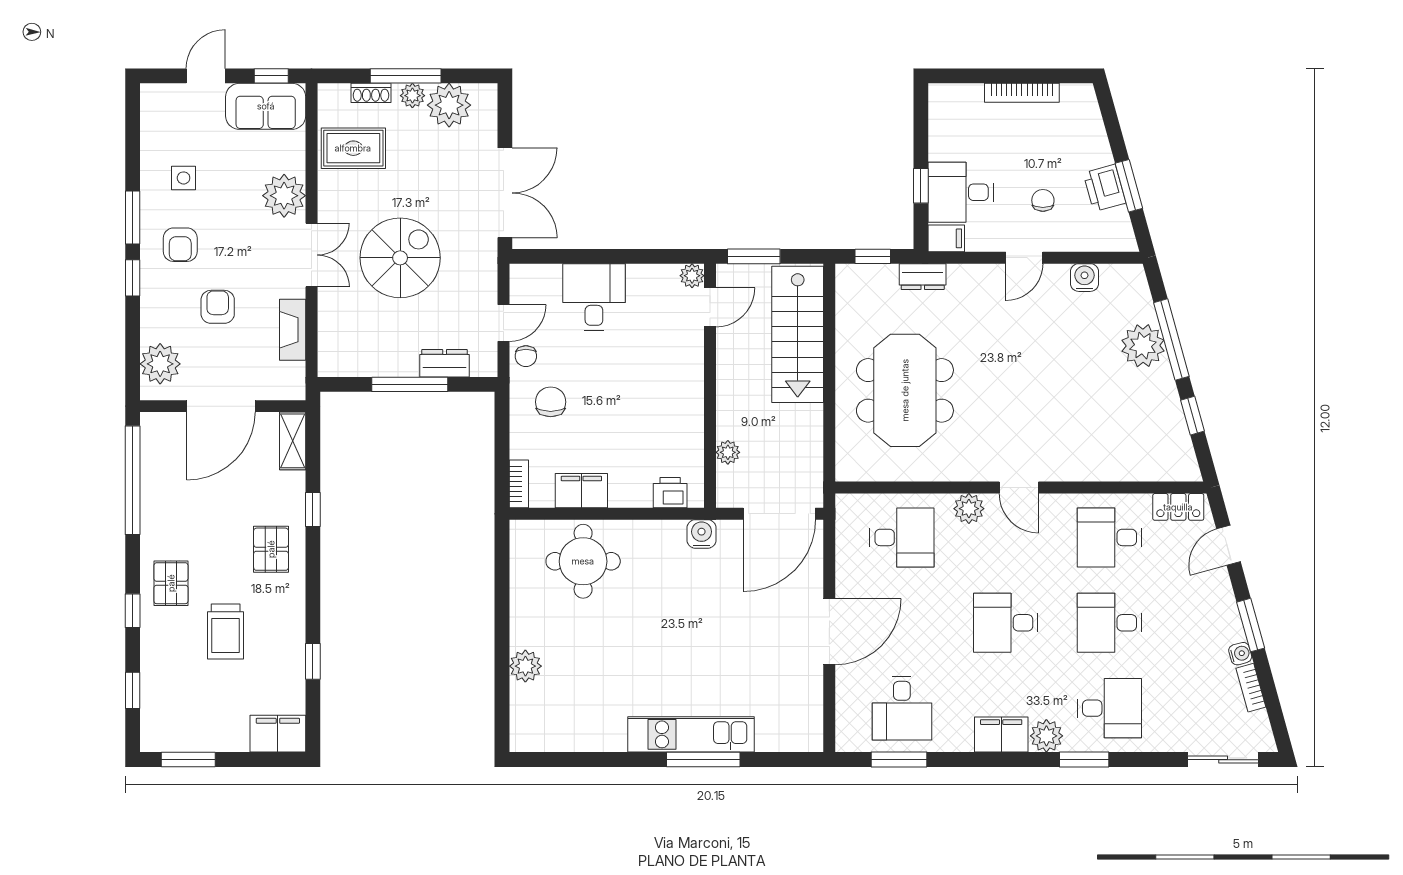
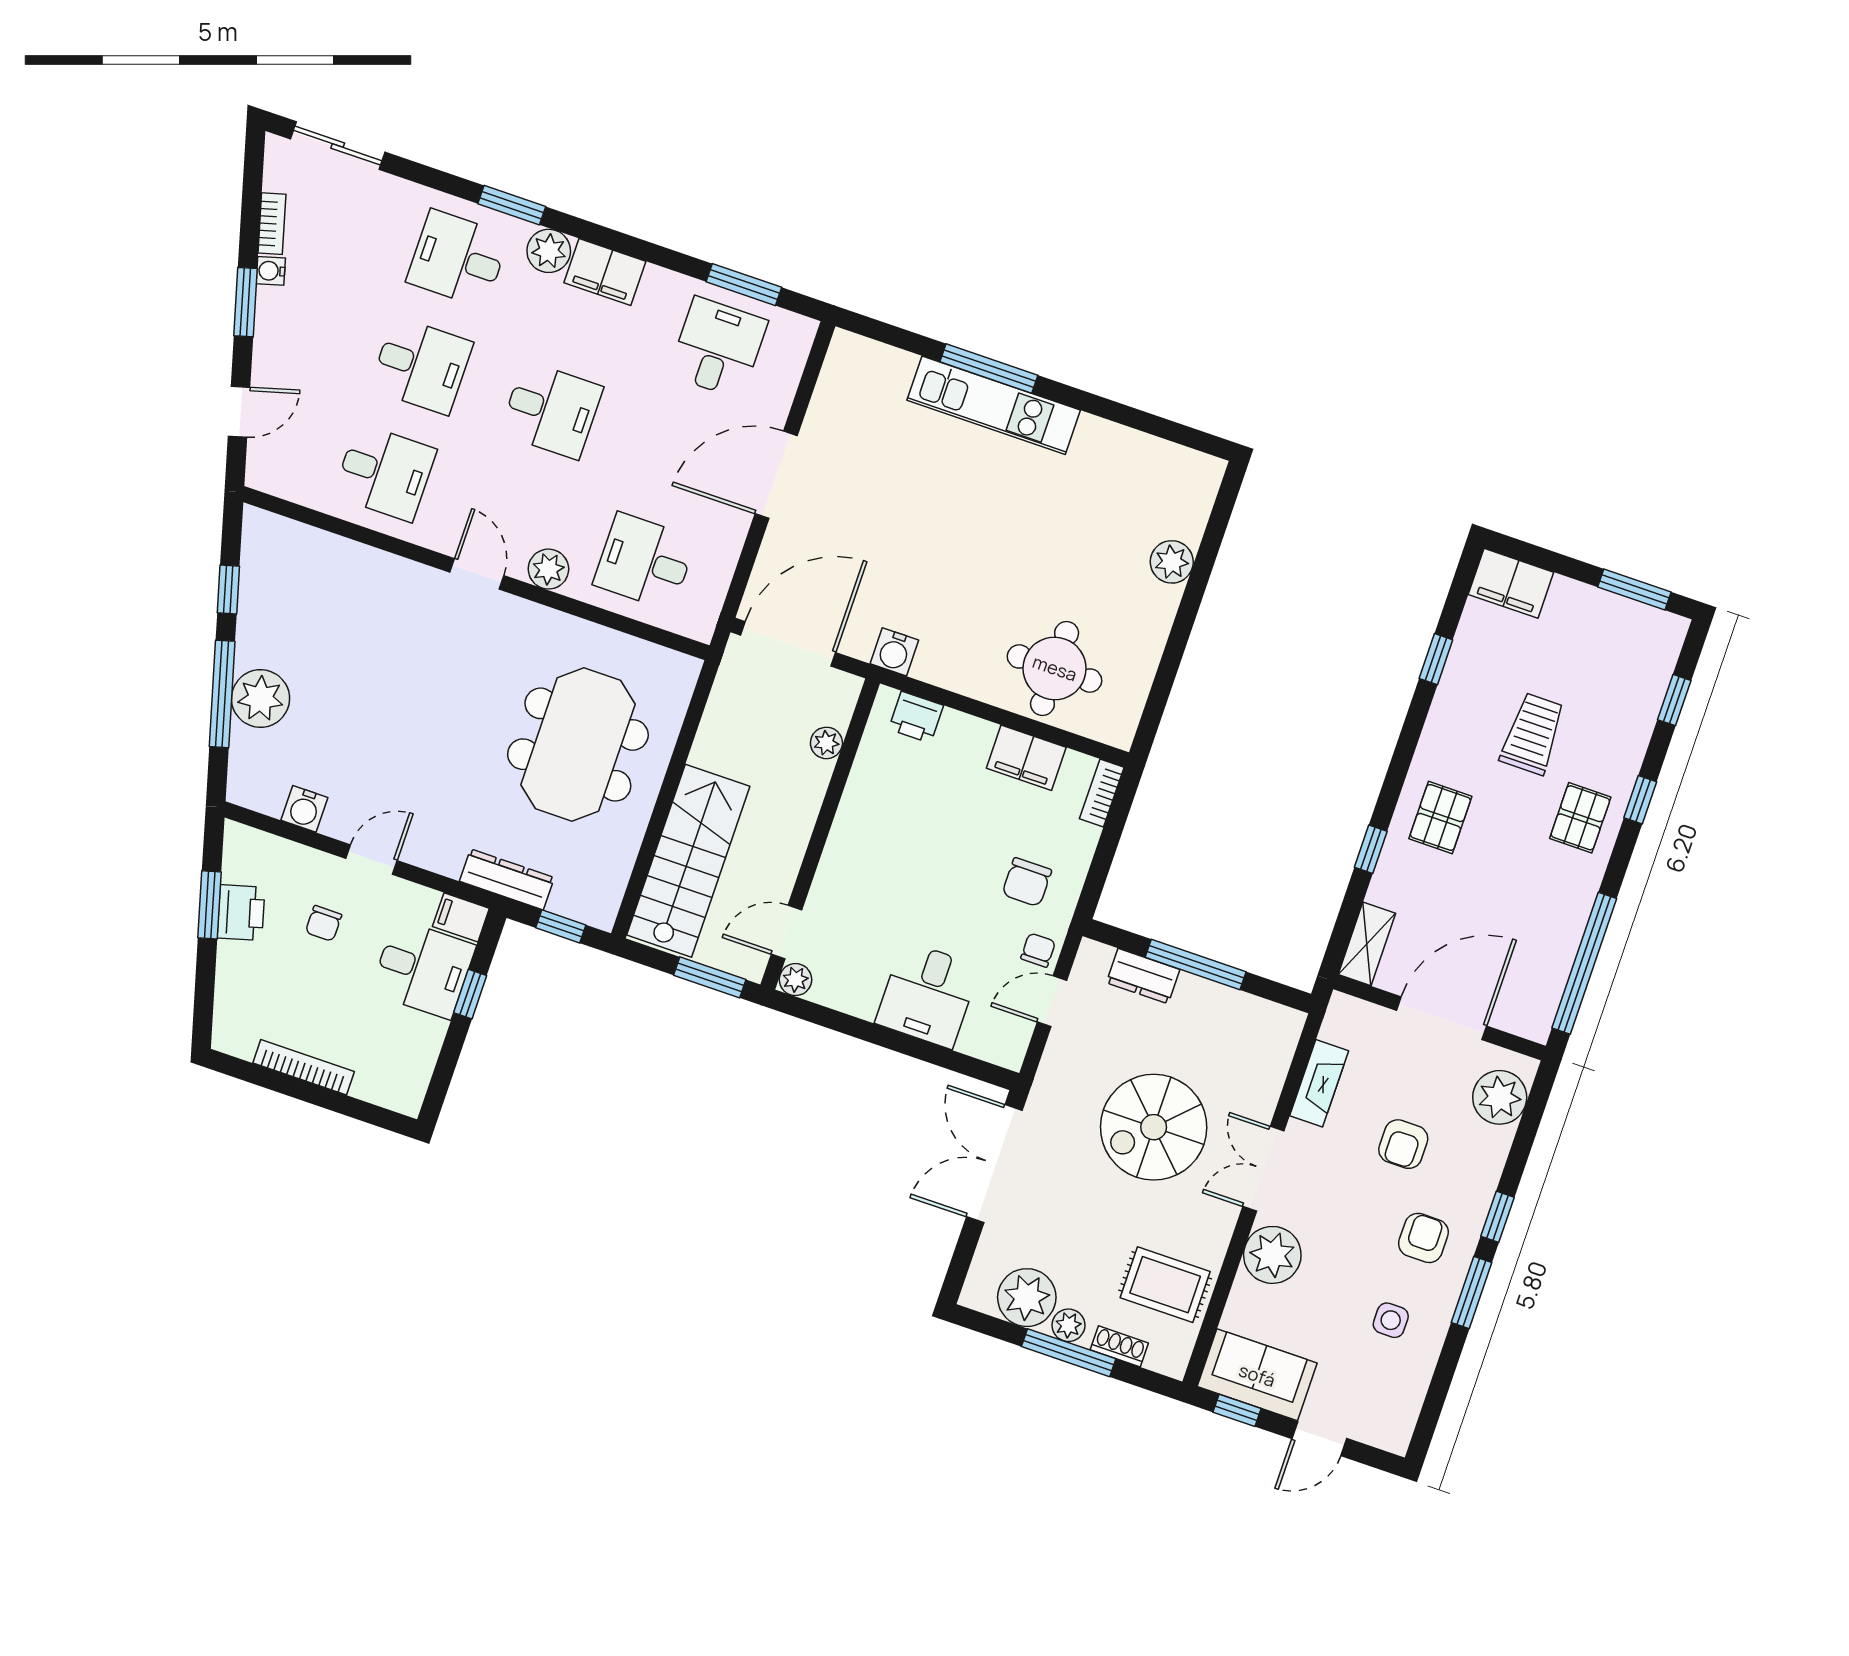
dresser: (923, 277) -> (507, 879), width x1.44
locker: (1178, 507) -> (285, 481), removed

